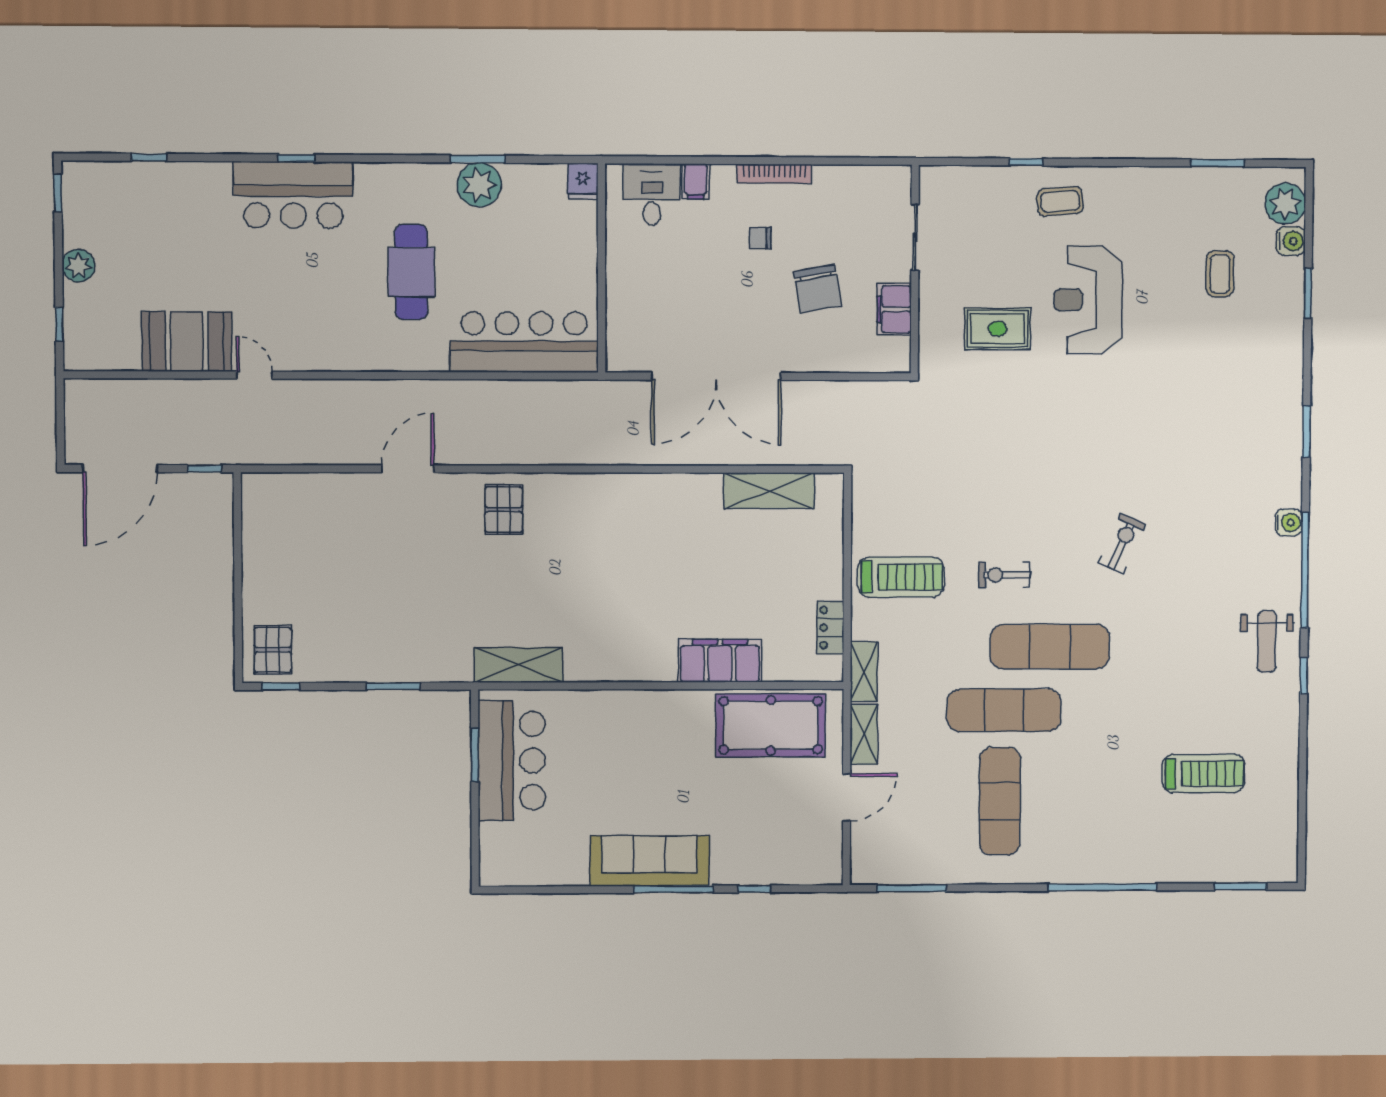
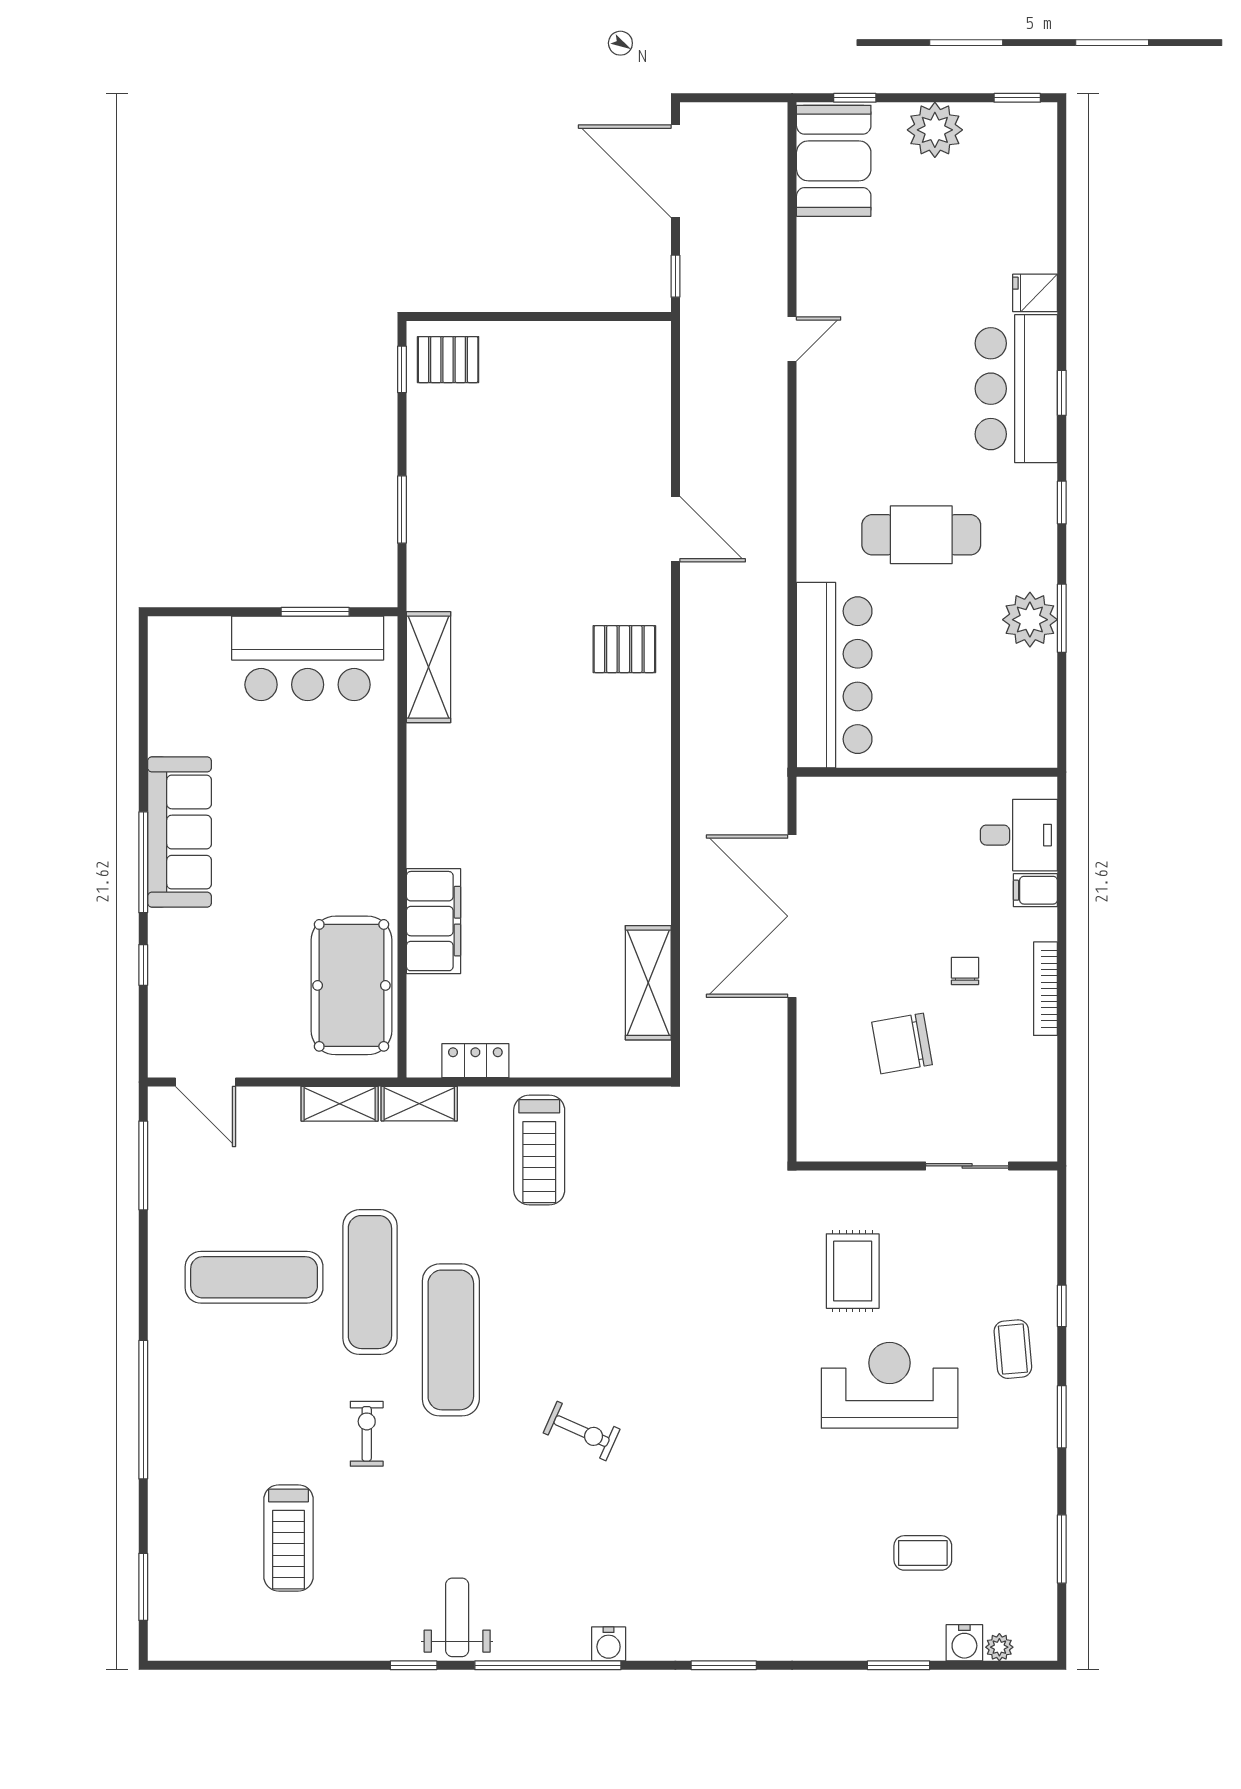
window: (149, 157) -> (1062, 502), moved
window: (1114, 163) -> (1062, 1417), added
fridge: (583, 181) -> (1035, 293), moved
plant: (1285, 204) -> (999, 1647), width x0.53, depth x0.53
plant: (79, 266) -> (935, 130), width x1.36, depth x1.36
filing cabinet: (894, 309) -> (877, 1140), removed
booth: (187, 342) -> (834, 161), moved
exercise bike: (1004, 575) -> (367, 1434), moved
weight bench: (1267, 641) -> (457, 1617), turned 90
door: (847, 797) -> (206, 1082), moved

